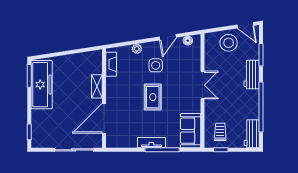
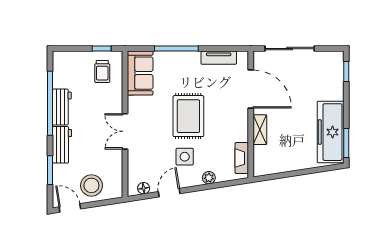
rug: (153, 97) -> (188, 116), width x1.36, depth x1.43
door: (104, 118) -> (251, 89), hinge flipped
workbench: (252, 134) -> (62, 107), moved
tv unit: (151, 143) -> (219, 58), moved

